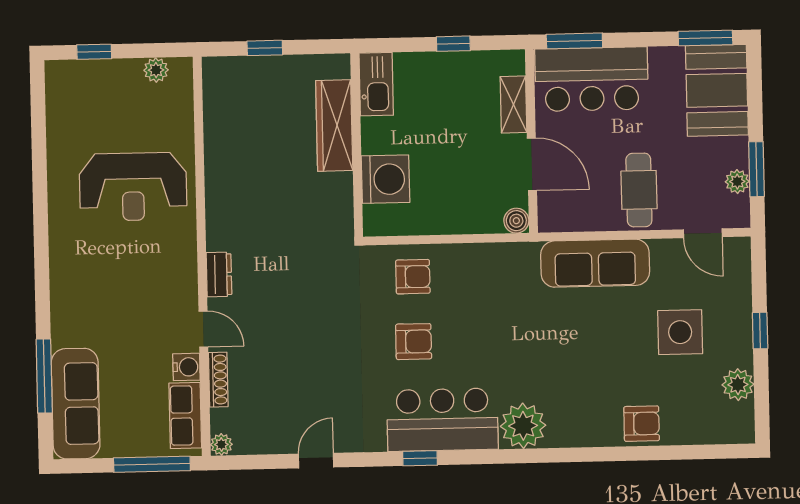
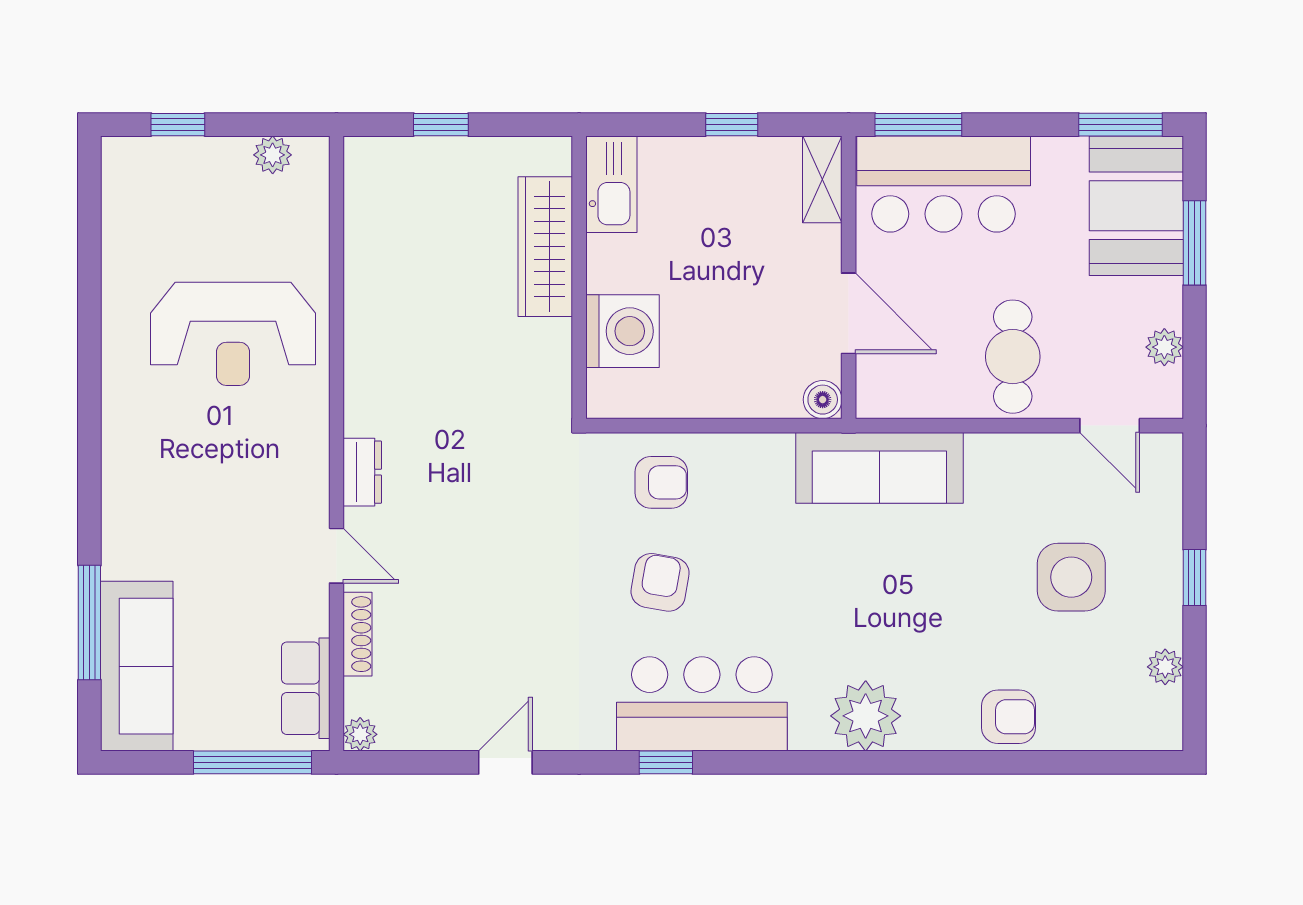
shelving: (513, 104) -> (822, 179), moved
window: (756, 169) -> (1194, 243), moved
sofa: (595, 263) -> (879, 468), moved
armchair: (414, 342) -> (660, 582), turned -80
water cooler: (186, 367) -> (309, 614), removed
plant: (738, 385) -> (1165, 667), width x0.73, depth x0.73
plant: (523, 426) -> (866, 716), moved

